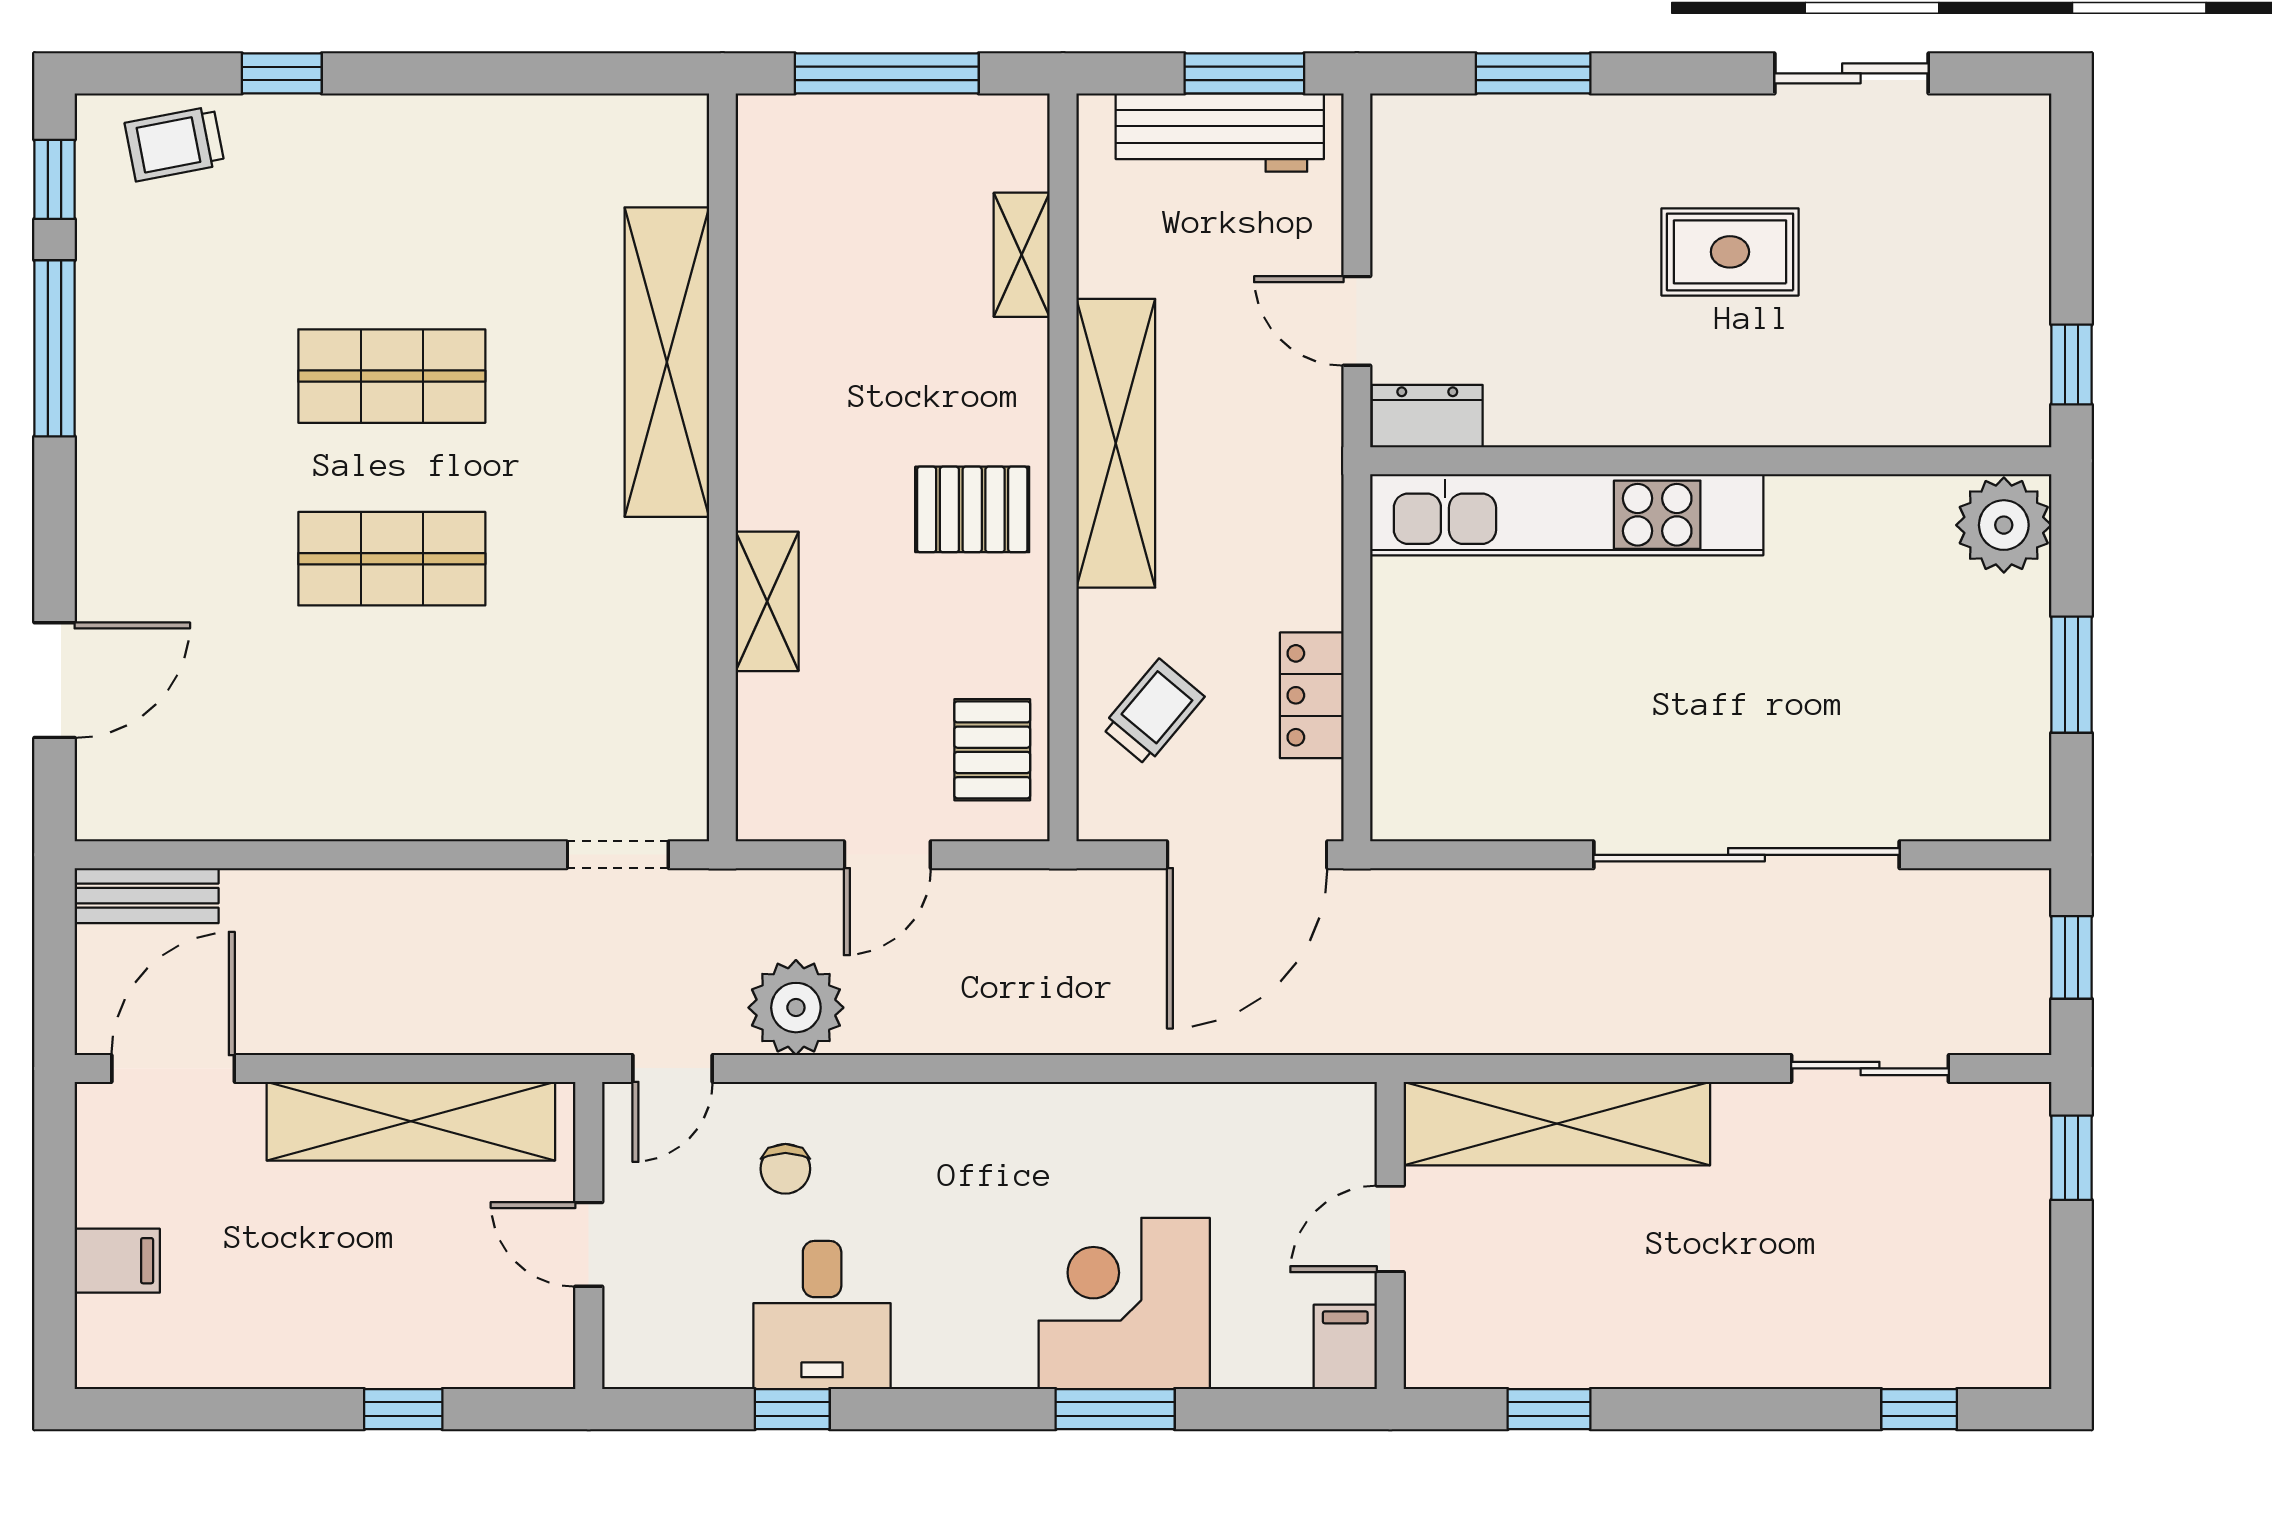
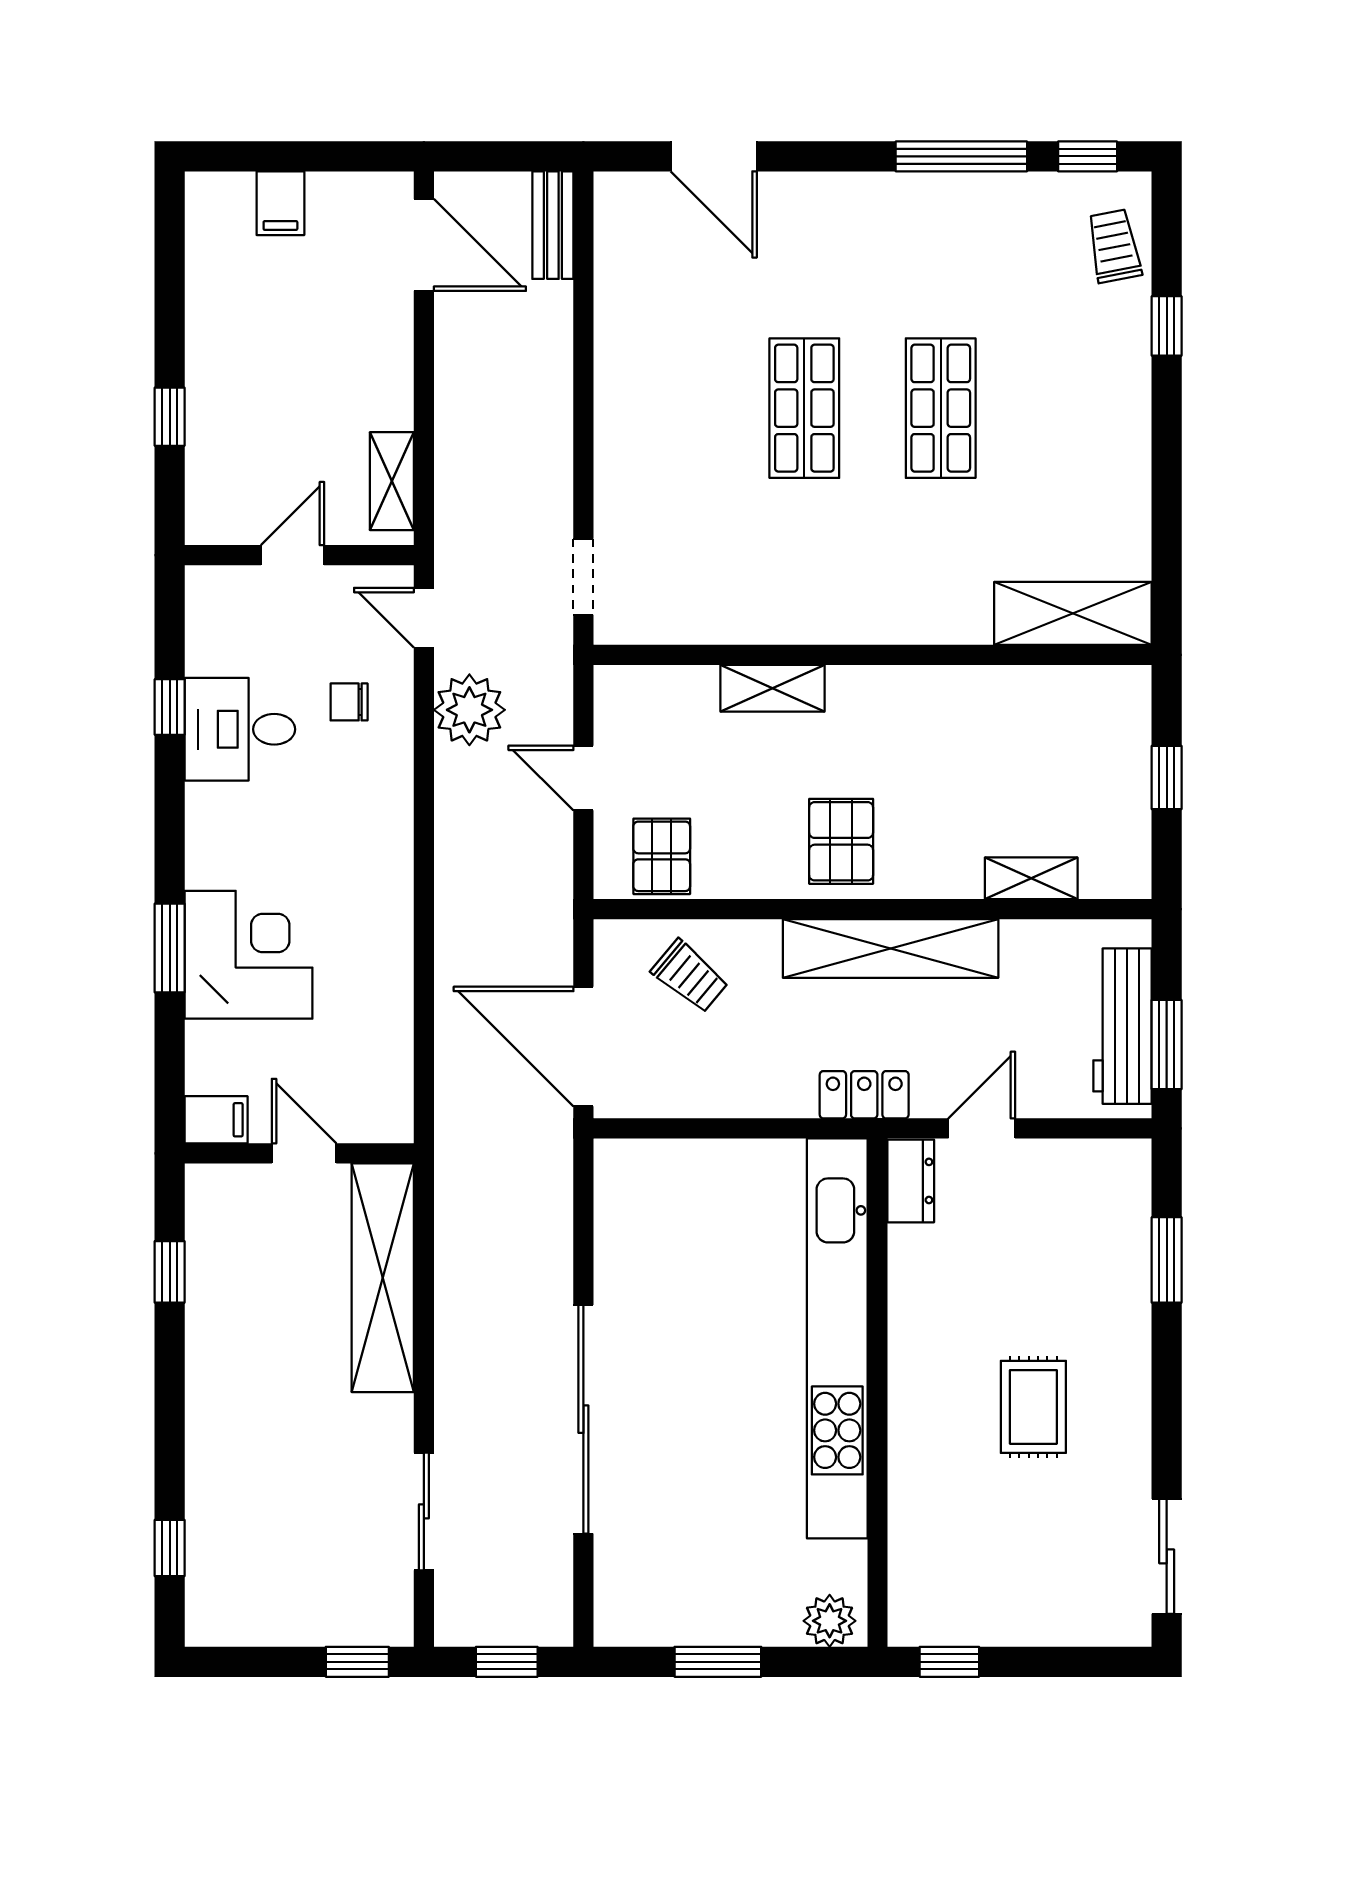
window: (887, 73) -> (1167, 777), width x0.46
sliding door: (1851, 73) -> (1167, 1556), moved
shelving: (667, 362) -> (1073, 613), moved, width x0.68
kitchen unit: (1567, 515) -> (837, 1338), width x1.36
plant: (2004, 525) -> (830, 1621), width x0.73, depth x0.73
locker: (1312, 695) -> (864, 1095), moved
pallet: (992, 750) -> (662, 856), turned 90
shelving: (411, 1121) -> (392, 481), width x0.45, depth x0.75

